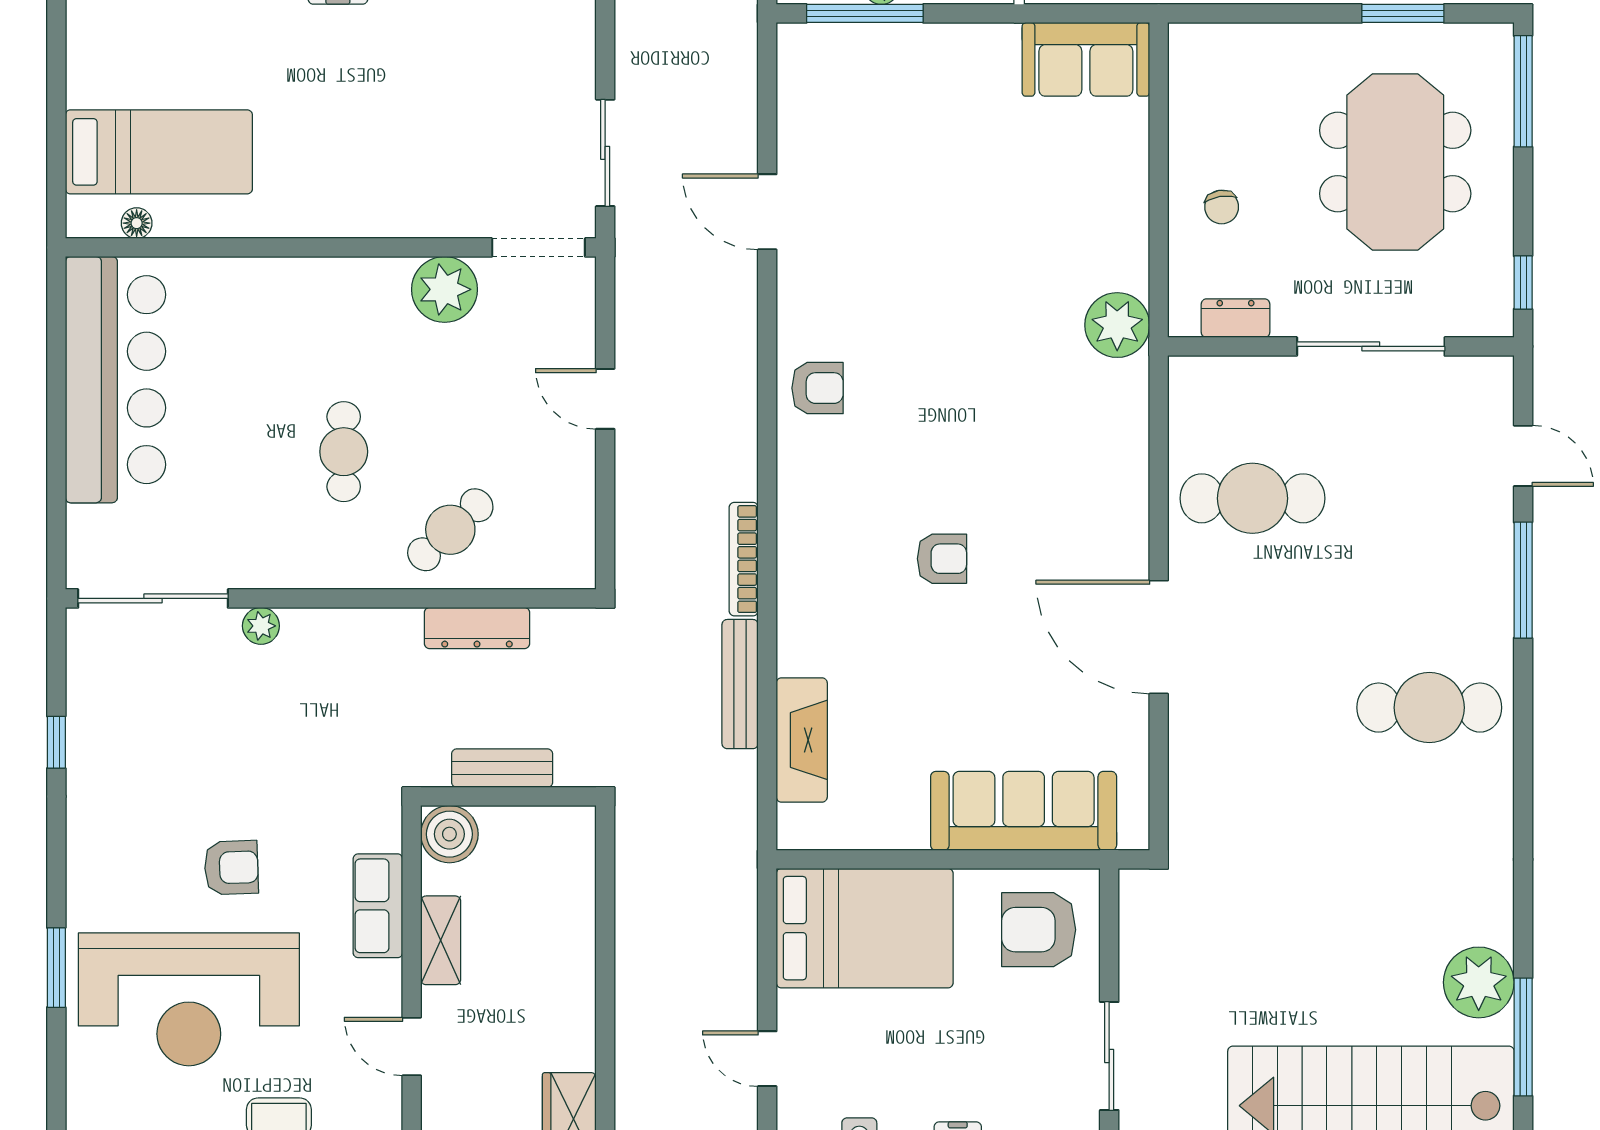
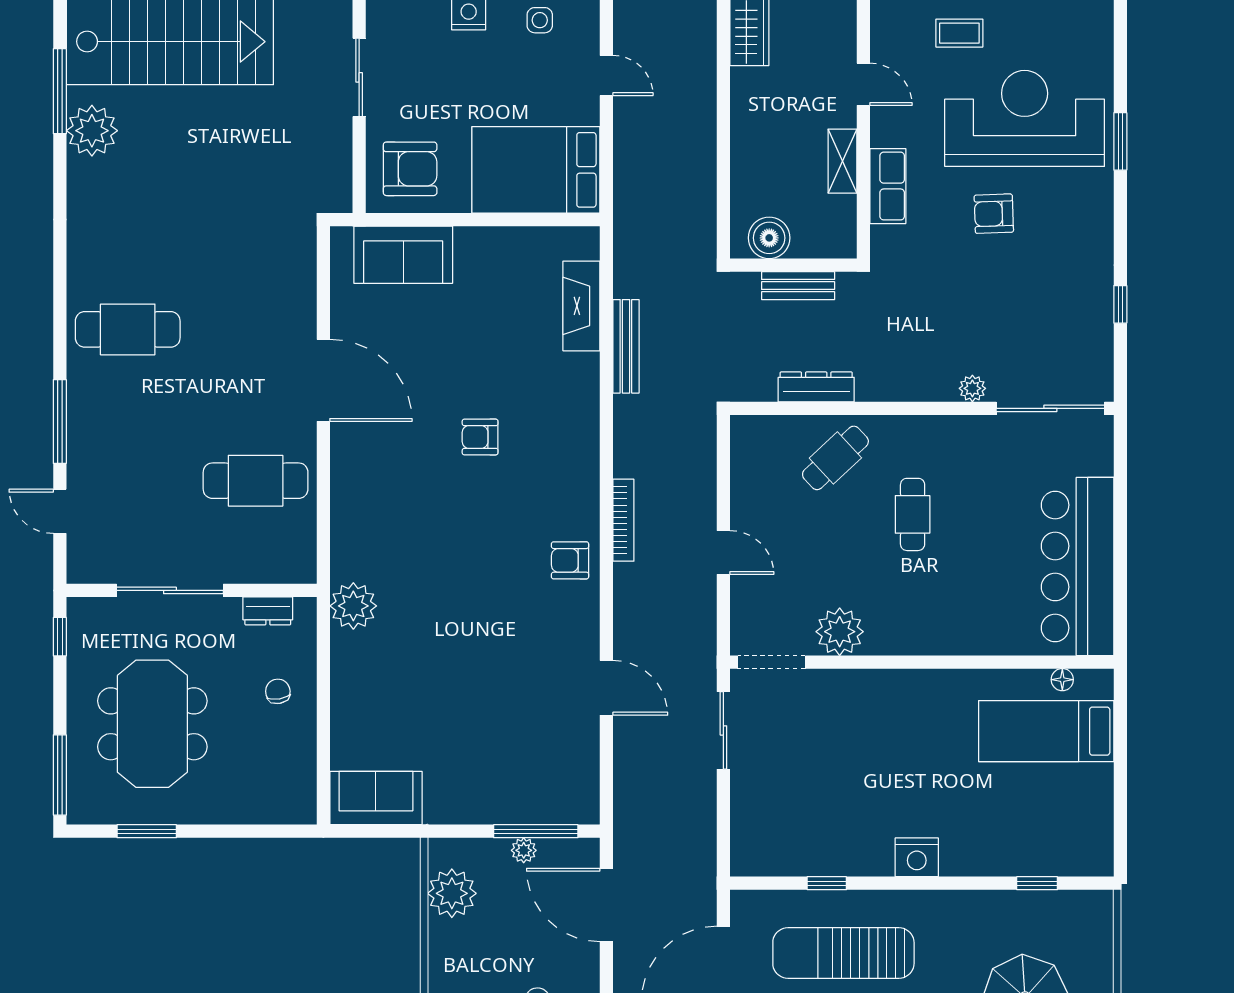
bookcase: (744, 559) -> (623, 520), moved
sofa: (1024, 811) -> (403, 255), width x0.73
boiler: (449, 834) -> (769, 238), moved

